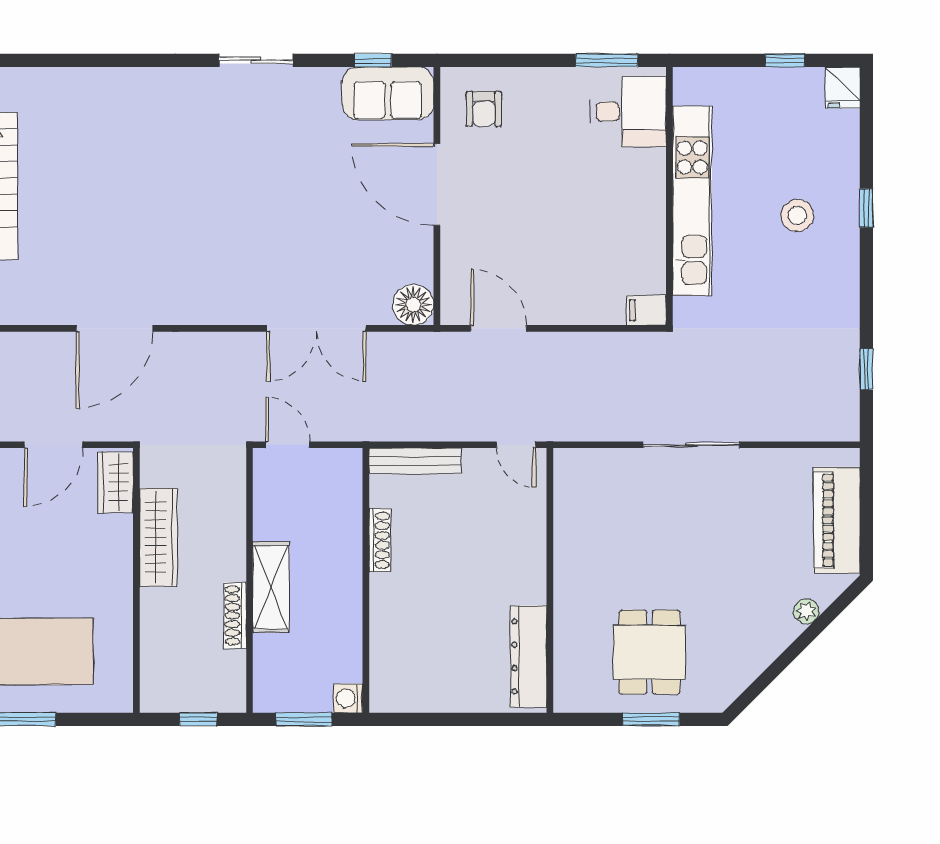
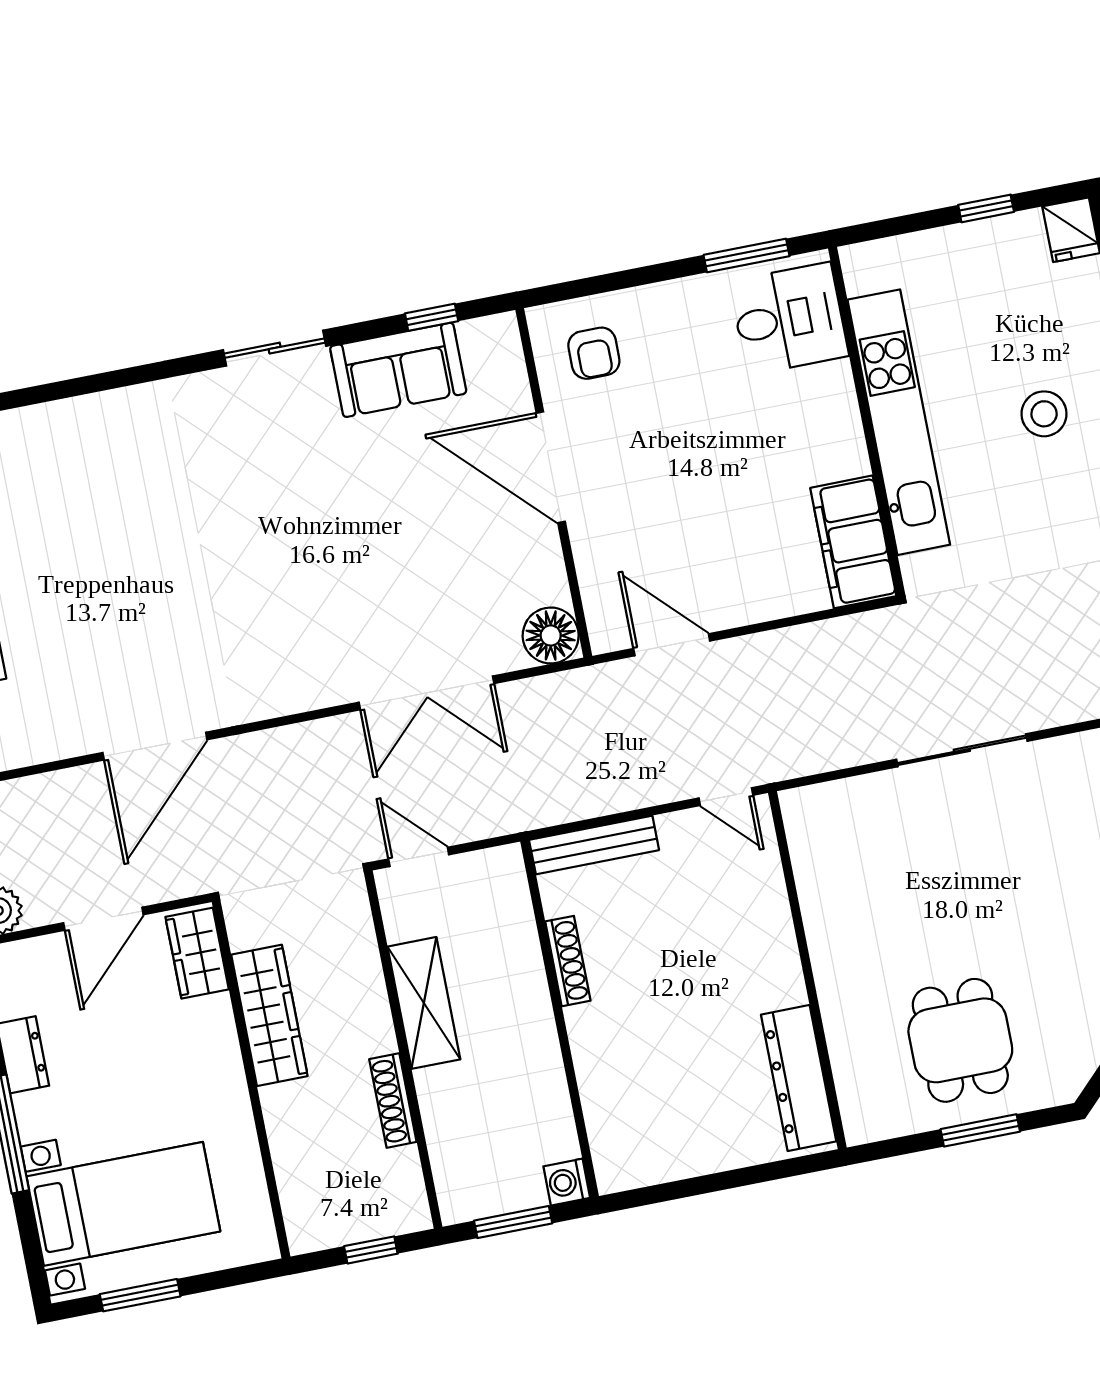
sofa: (388, 93) -> (398, 370), moved
filing cabinet: (646, 310) -> (853, 542), width x3.00, depth x1.17
shelving: (271, 587) -> (424, 1003), moved

